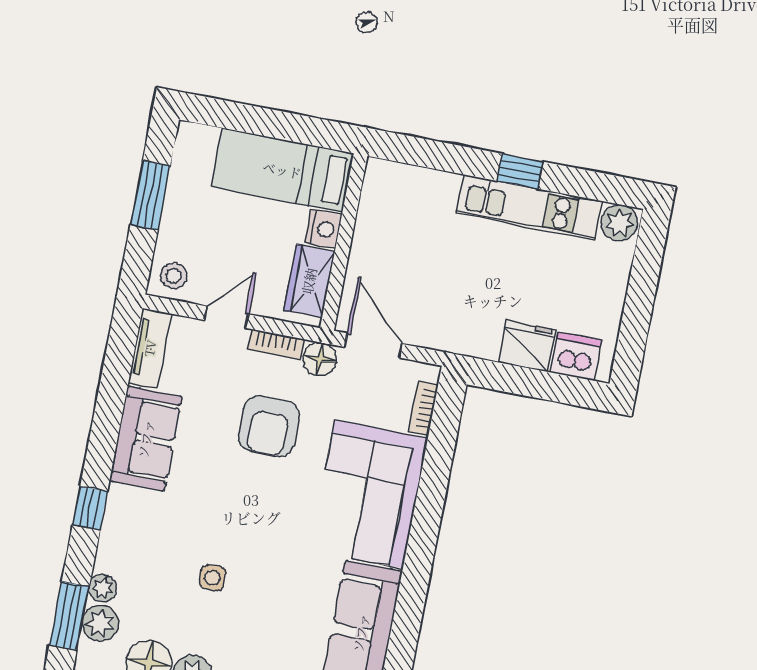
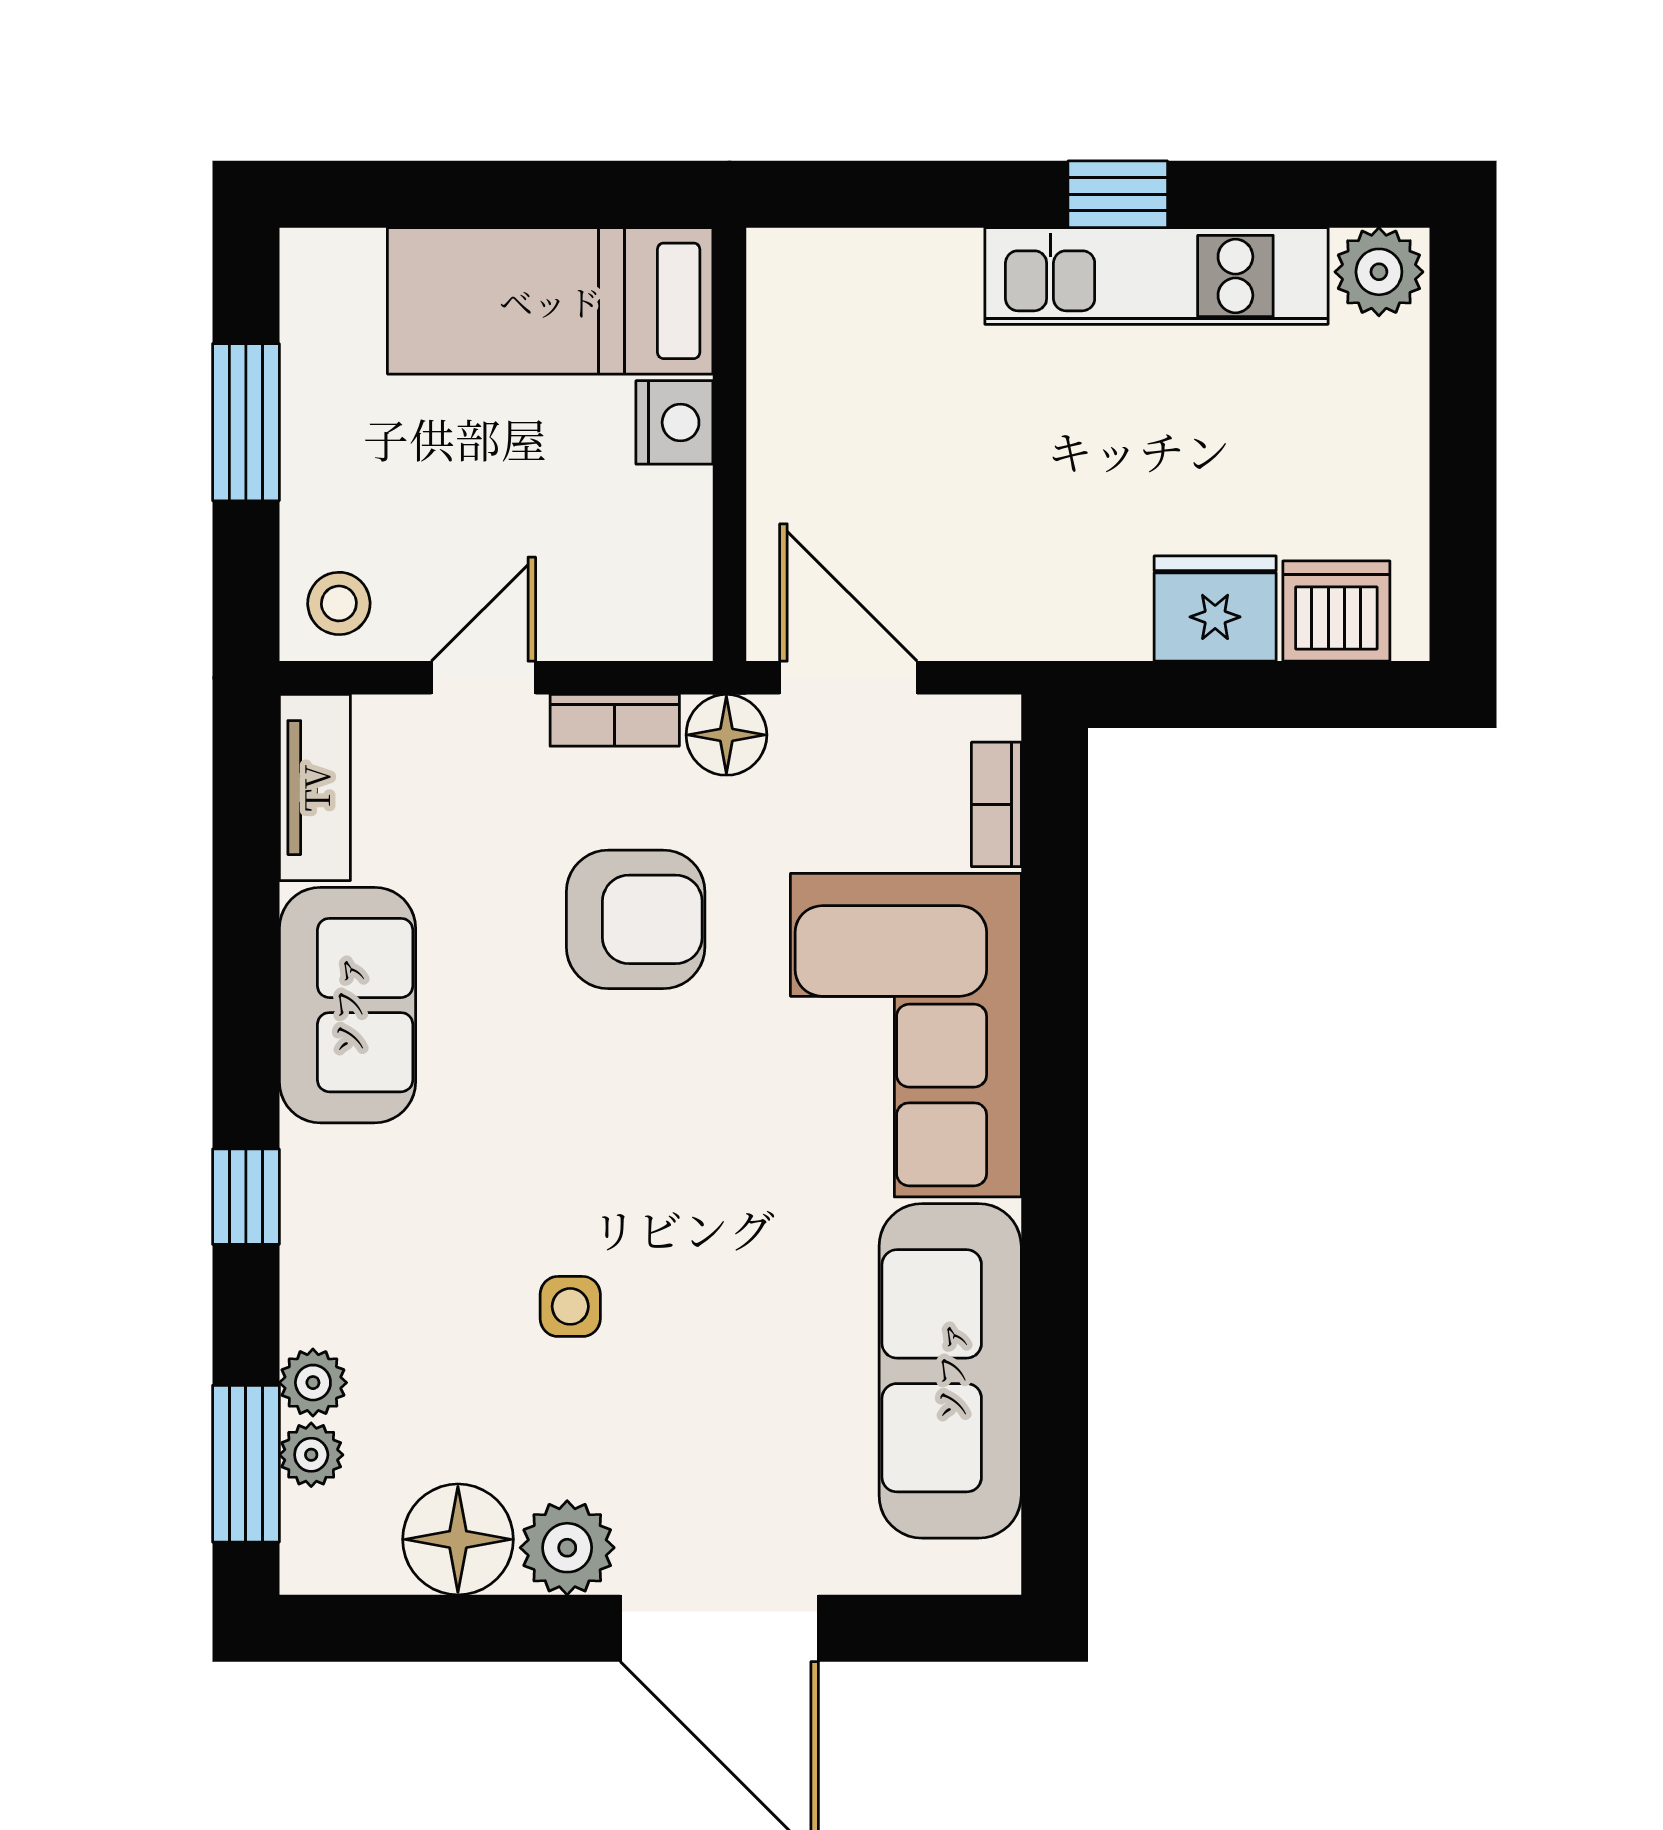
wardrobe: (309, 281) -> (665, 553), removed
armchair: (269, 426) -> (636, 919), turned -90
plant: (100, 623) -> (311, 1455), width x0.73, depth x0.73

